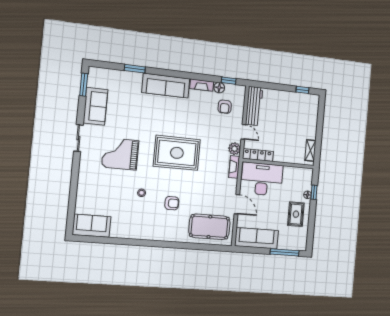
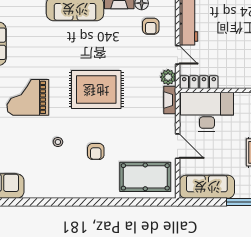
armchair: (172, 203) -> (96, 152), turned 90

